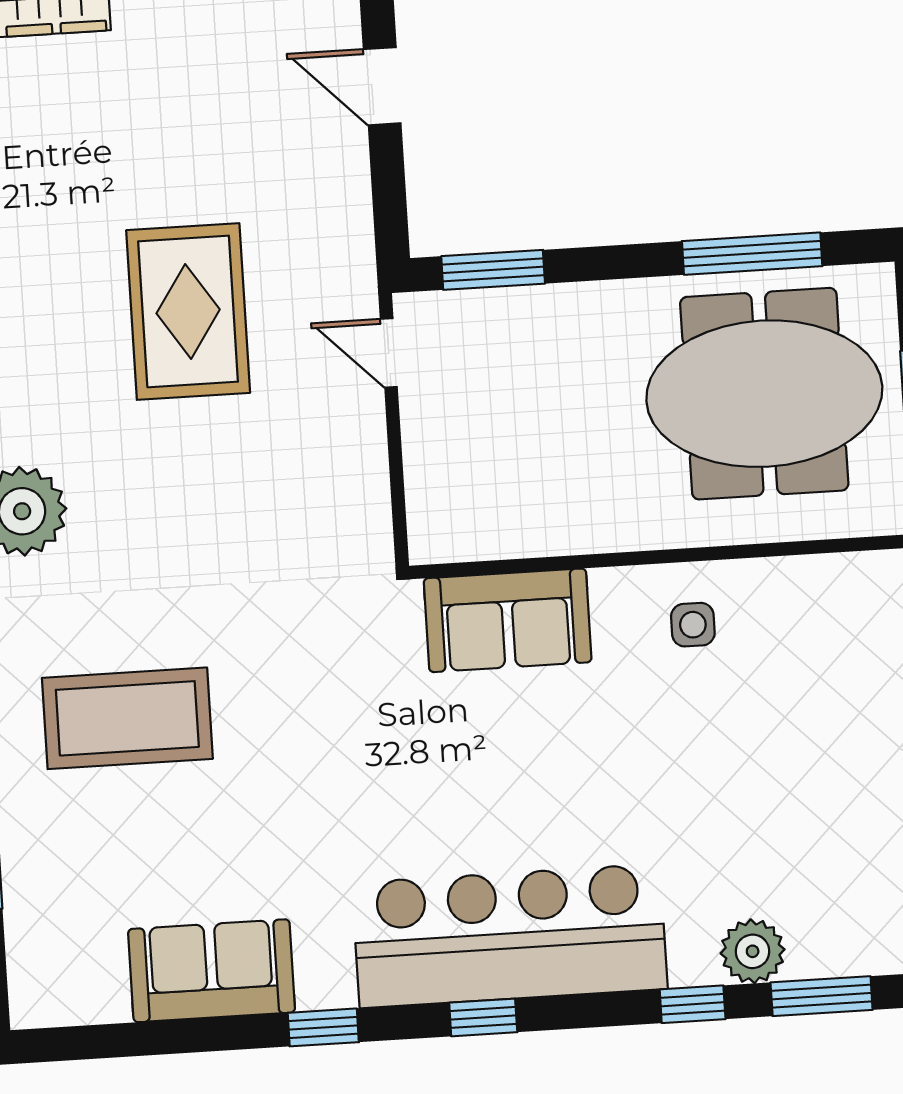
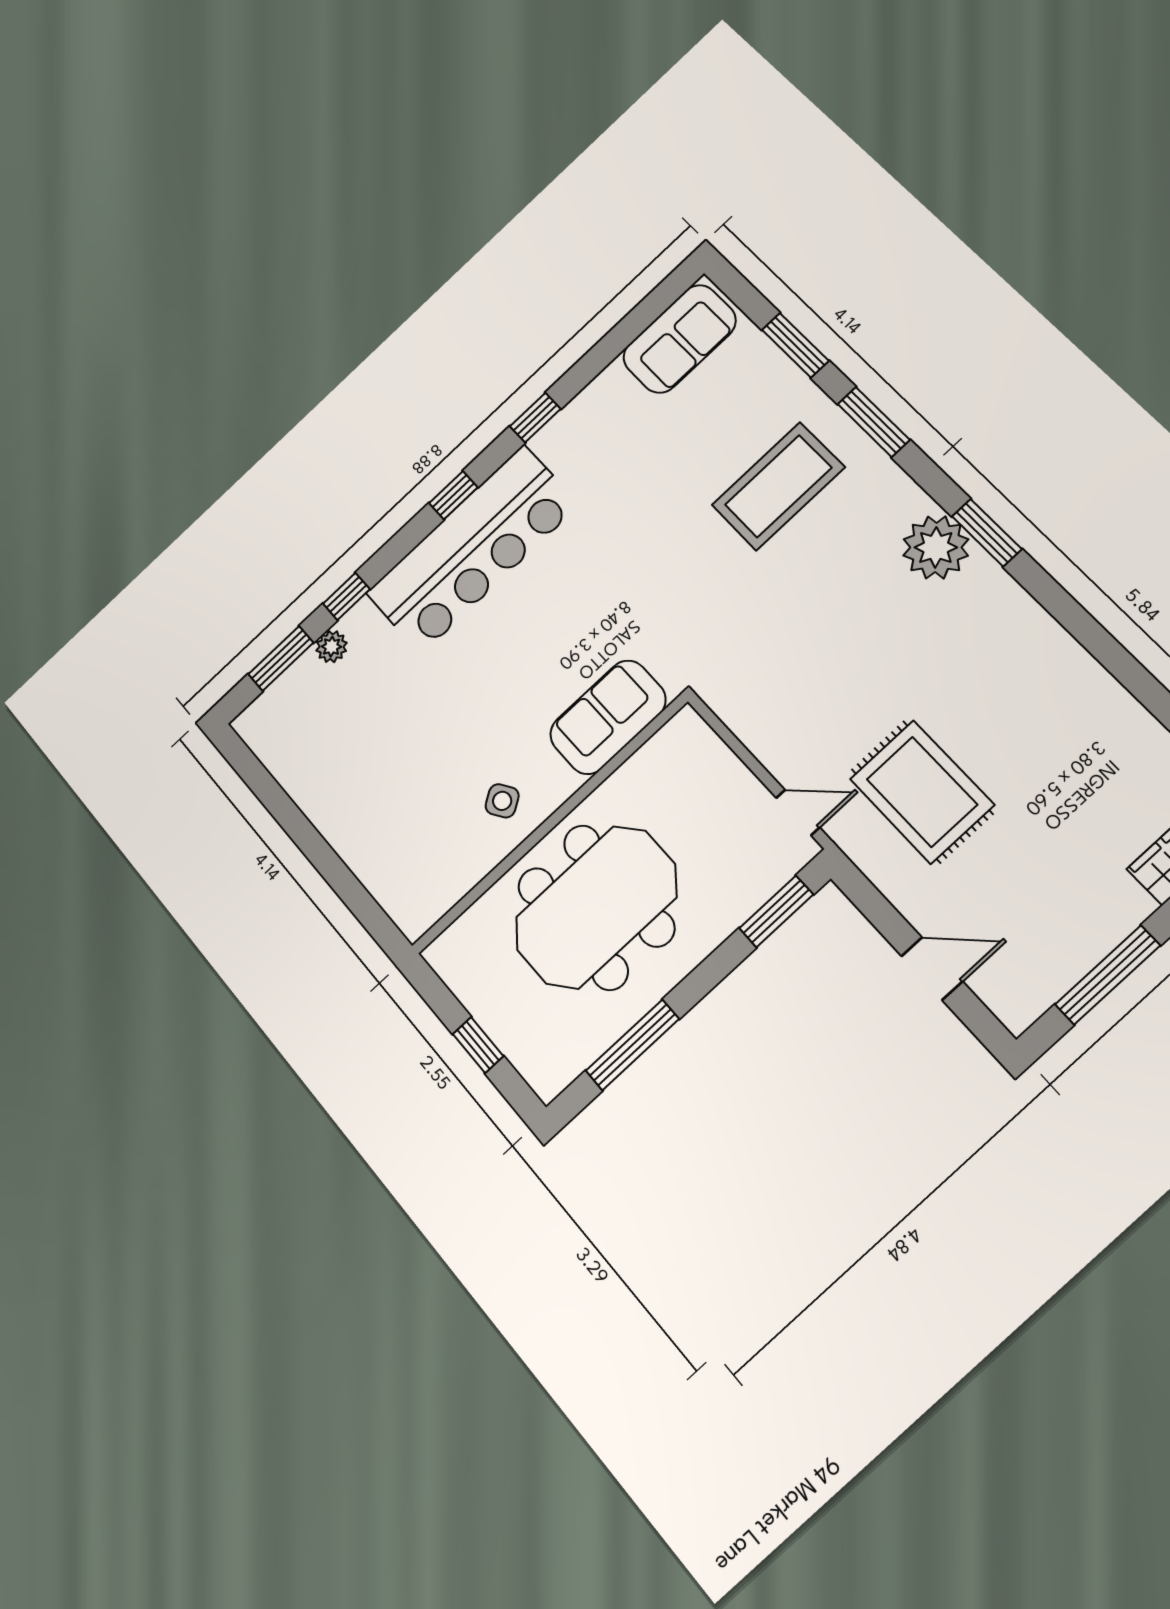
rug: (188, 311) -> (922, 792), moved
meeting table: (764, 394) -> (596, 907), moved
side table: (693, 625) -> (502, 801), turned -33
plant: (753, 951) -> (332, 647), width x0.73, depth x0.73
sofa: (212, 971) -> (679, 339), moved

